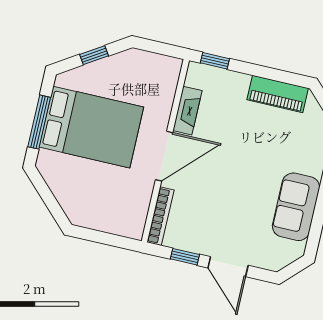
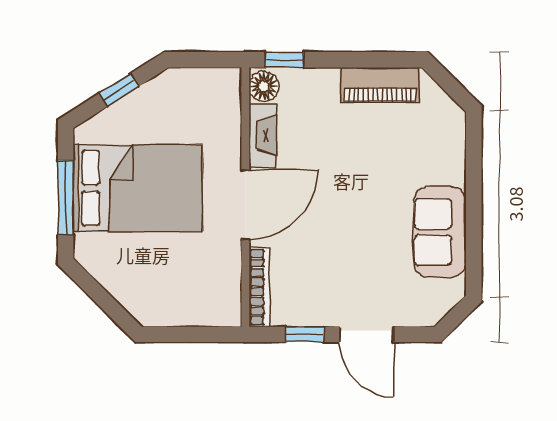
floor lamp: (196, 76) -> (264, 86), added

